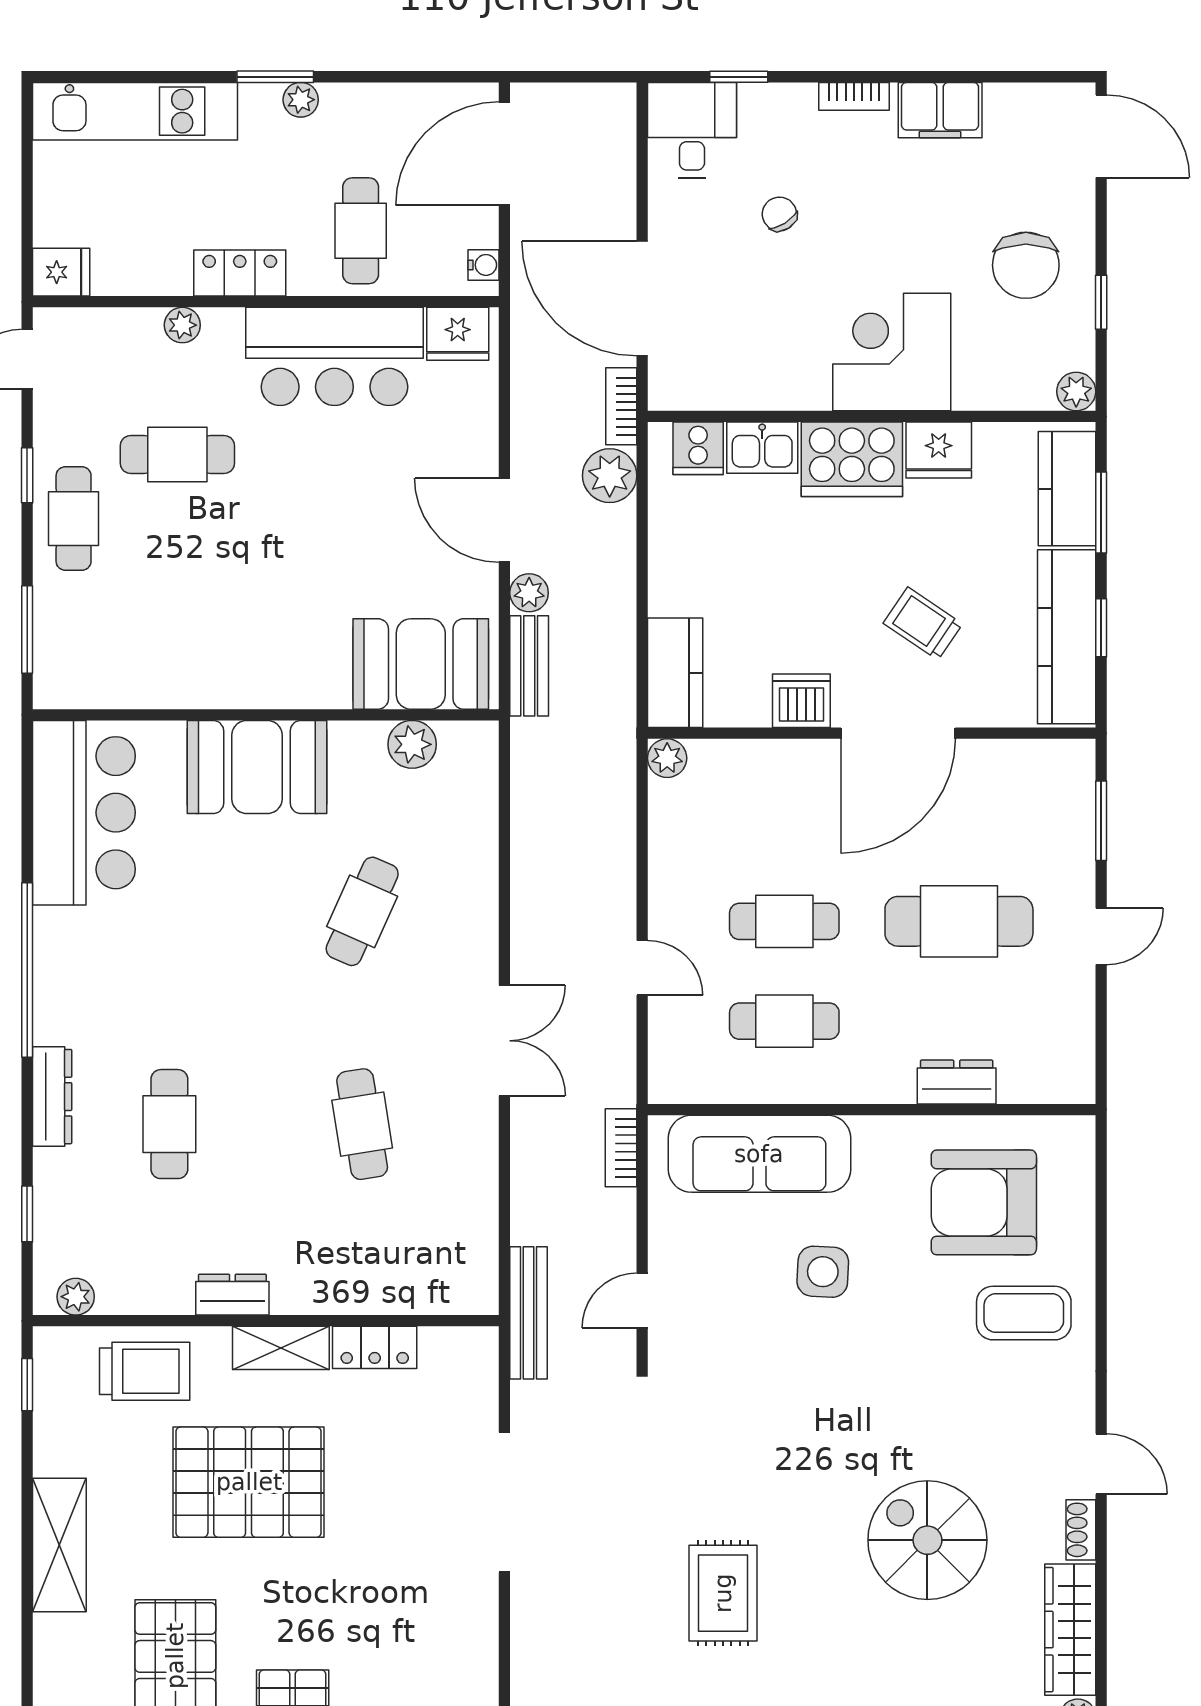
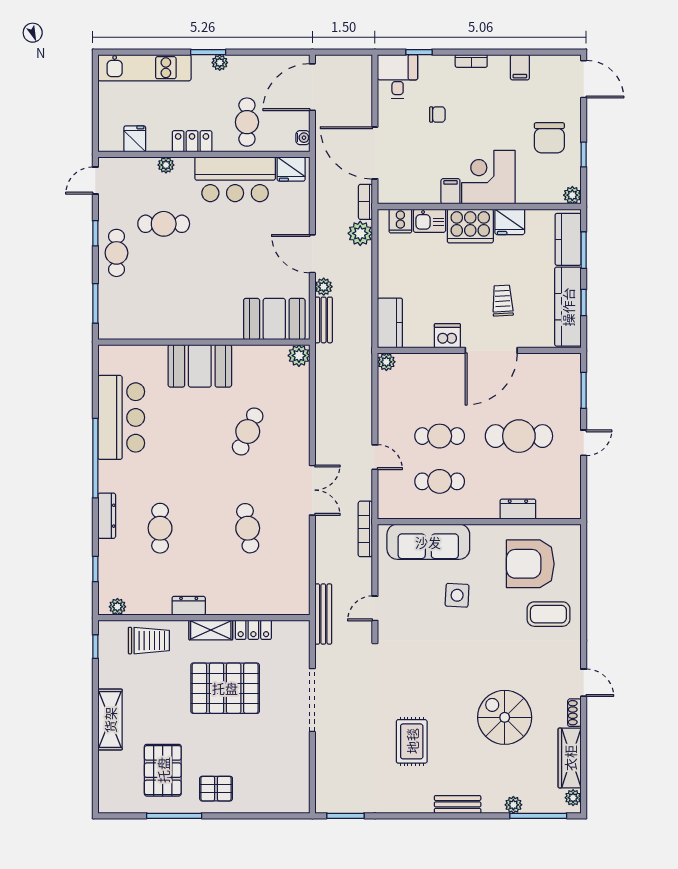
filing cabinet: (940, 110) -> (520, 67), width x0.50
chair: (779, 214) -> (437, 114), turned 122
fridge: (61, 272) -> (135, 139), moved, turned -90
filing cabinet: (808, 383) -> (450, 191), added
trolley: (923, 624) -> (503, 301), turned 53
plant: (412, 744) -> (299, 356), moved
bar counter: (84, 813) -> (121, 417), moved
bookcase: (621, 1148) -> (365, 529), width x1.56
pallet: (249, 1482) -> (225, 688), moved

